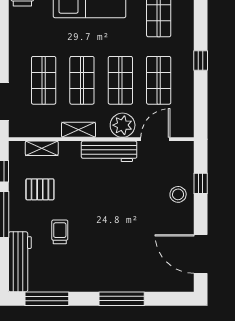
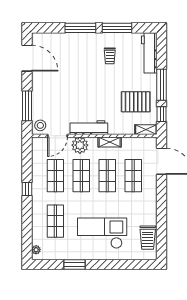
shelving: (42, 148) -> (146, 130), moved
window: (201, 183) -> (27, 106), width x2.17
pallet: (40, 189) -> (136, 102), width x1.50, depth x1.42
stool: (178, 194) -> (40, 125), moved
trolley: (60, 232) -> (110, 56), moved
window: (47, 299) -> (117, 28), moved

